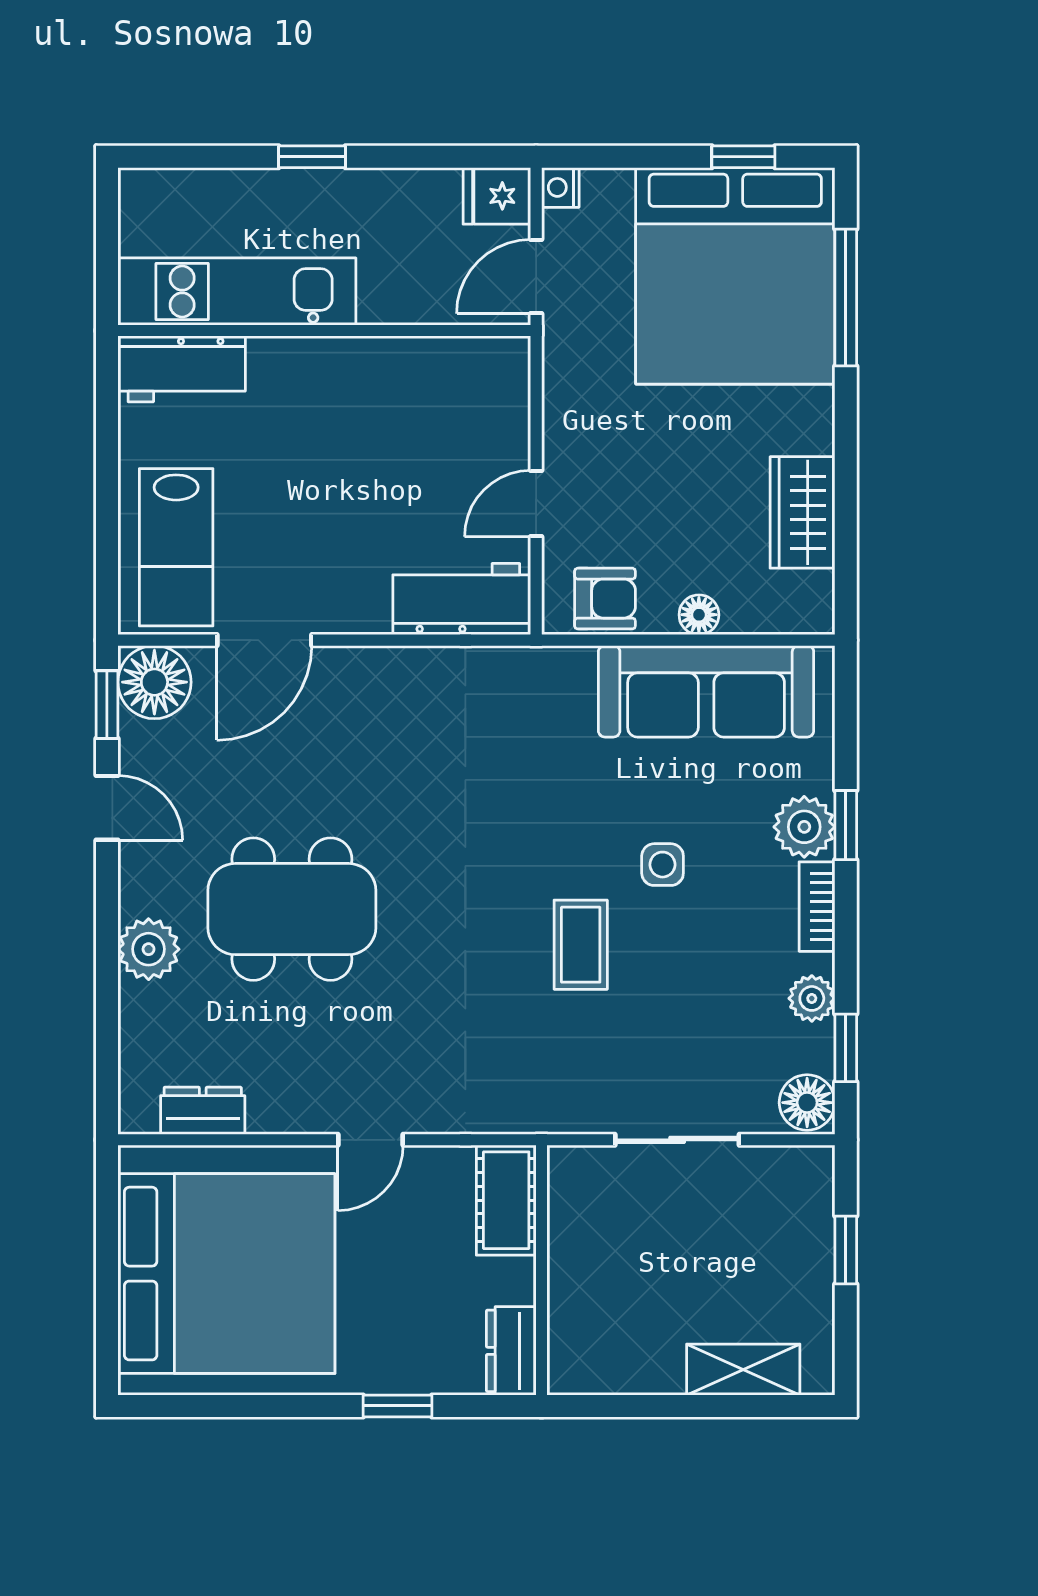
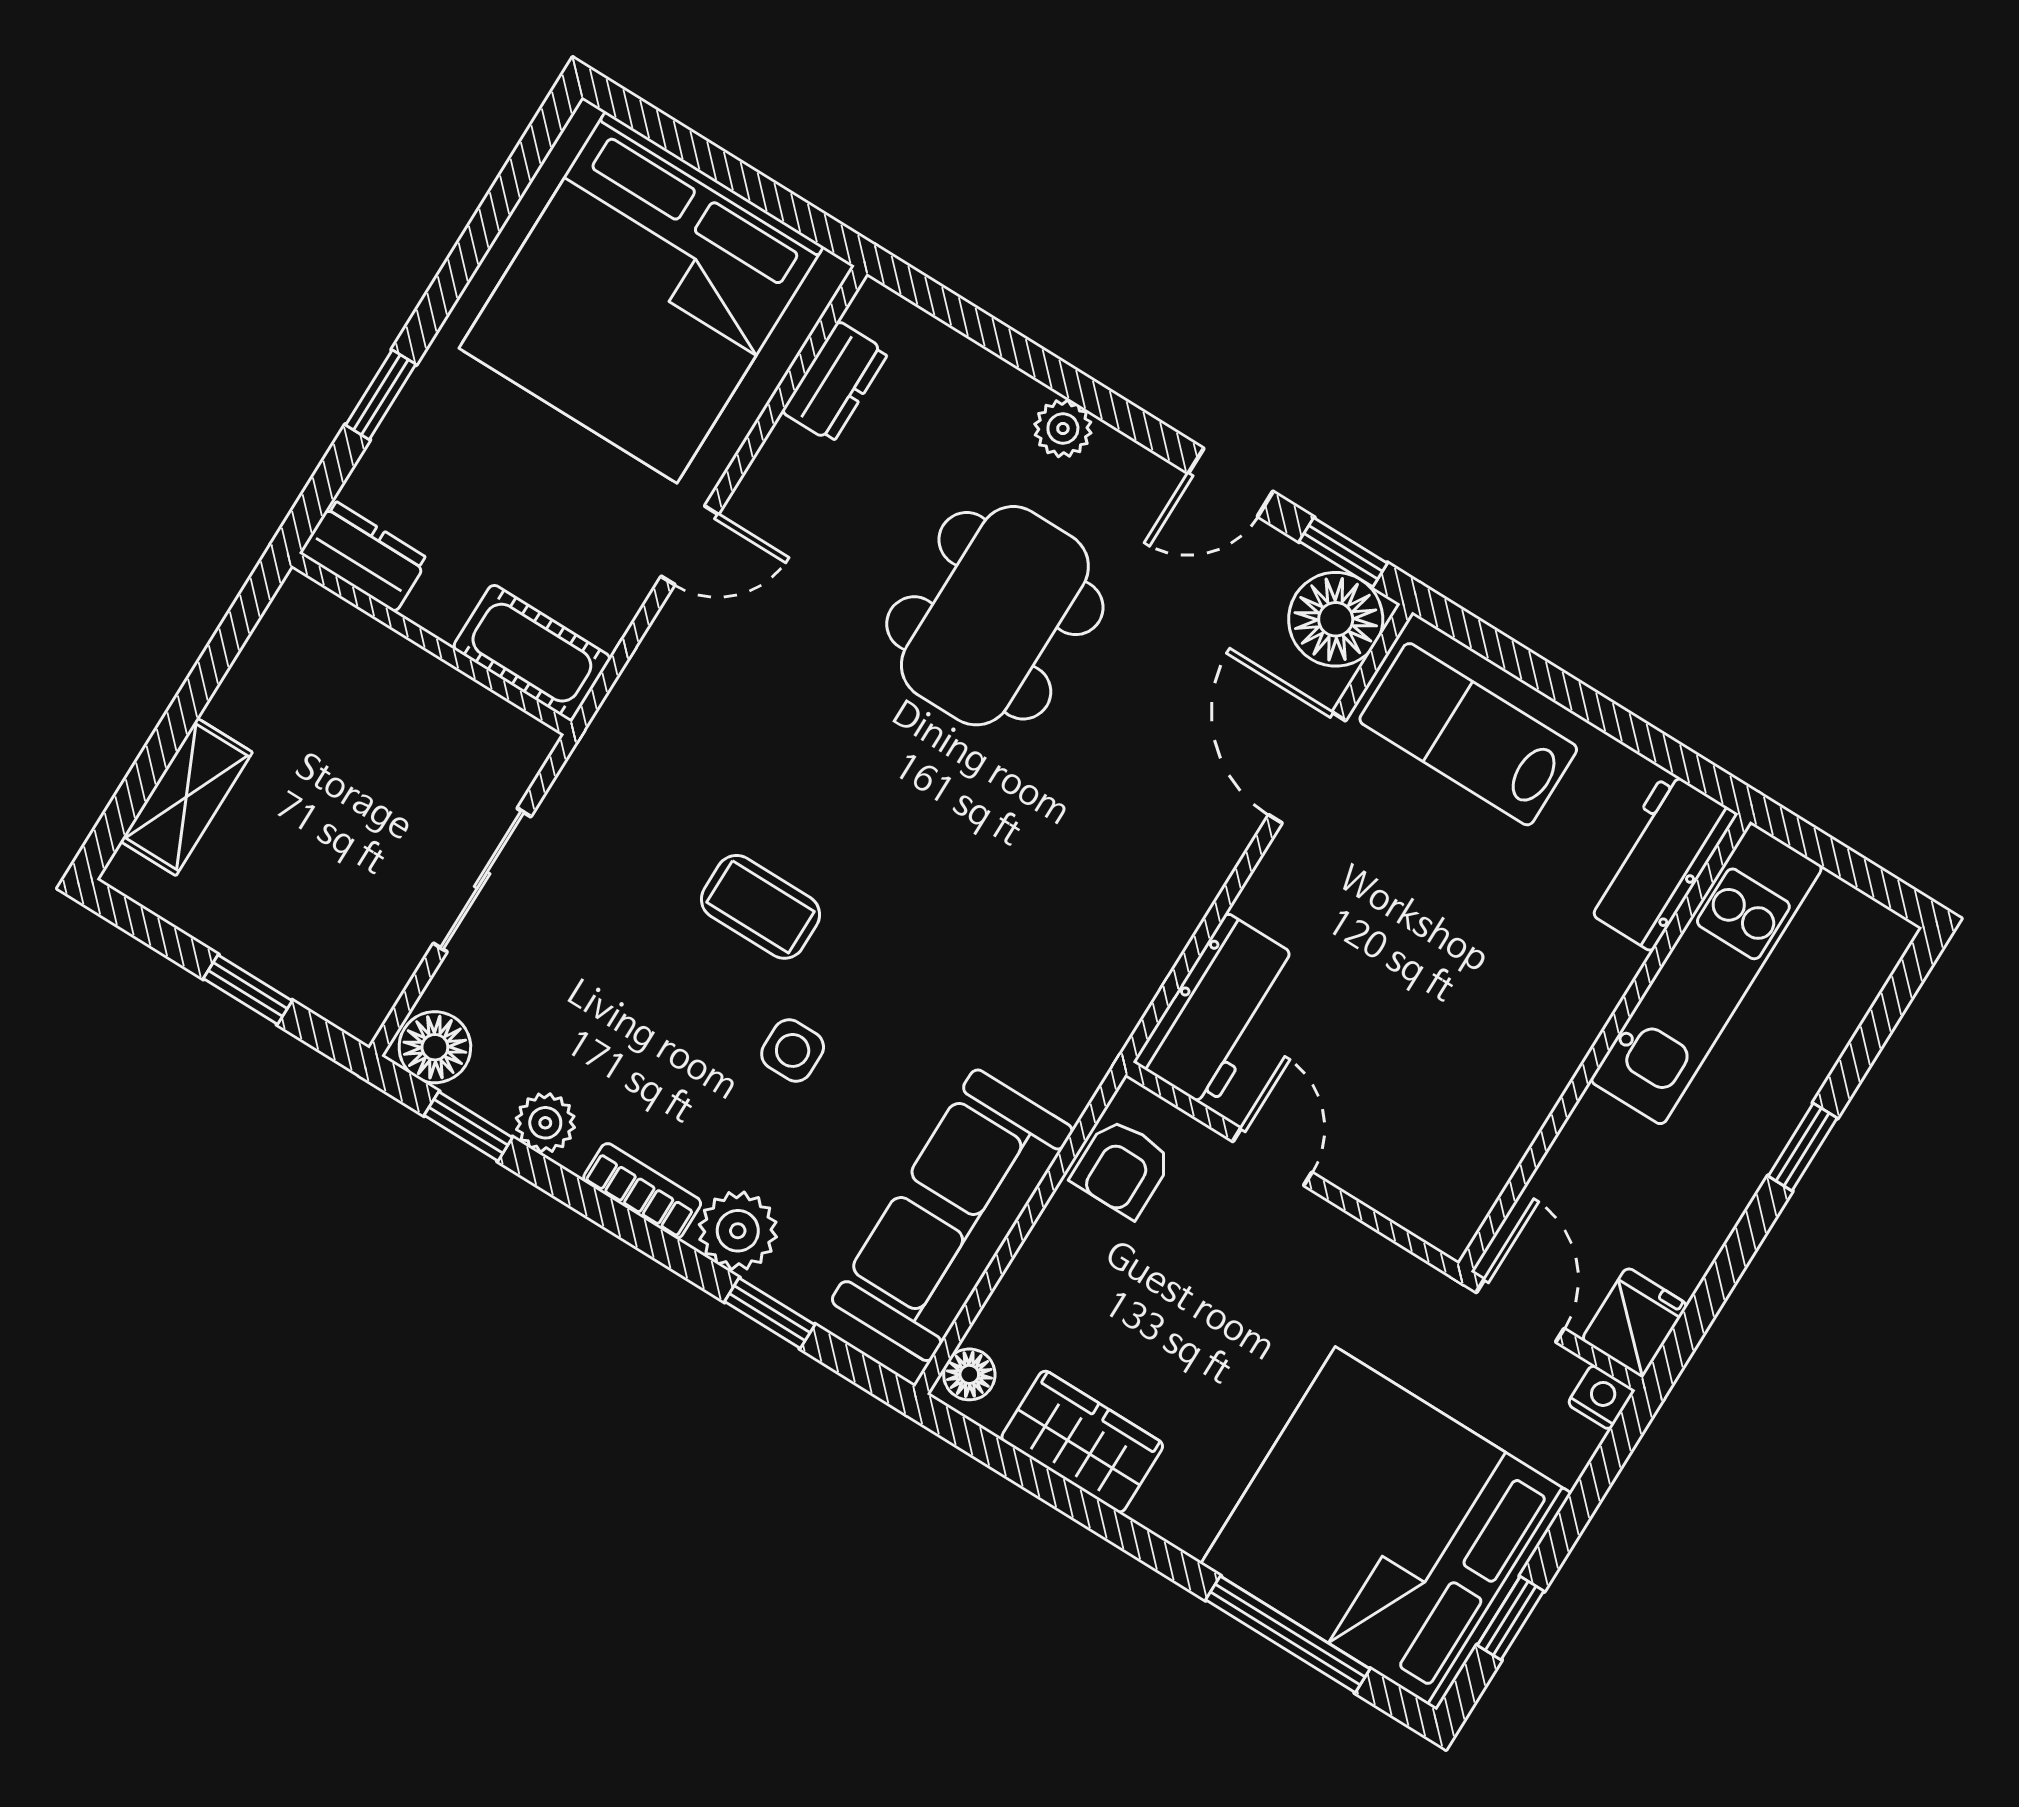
floor lamp: (699, 615) -> (969, 1374), moved
window: (846, 825) -> (770, 1313), moved
plant: (149, 949) -> (1063, 429), width x0.73, depth x0.73
door: (370, 1140) -> (690, 545), swing flipped

